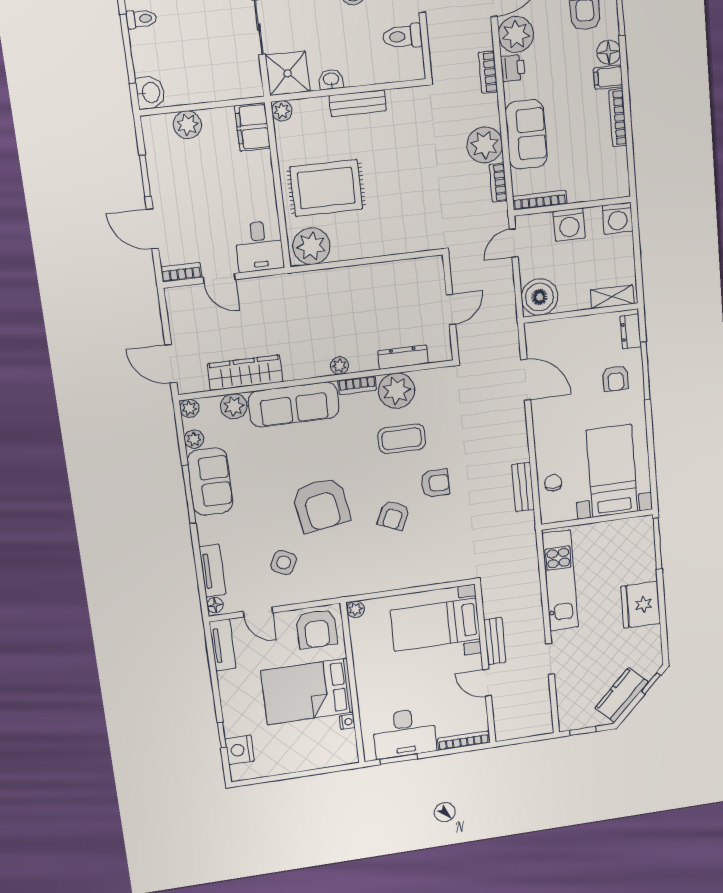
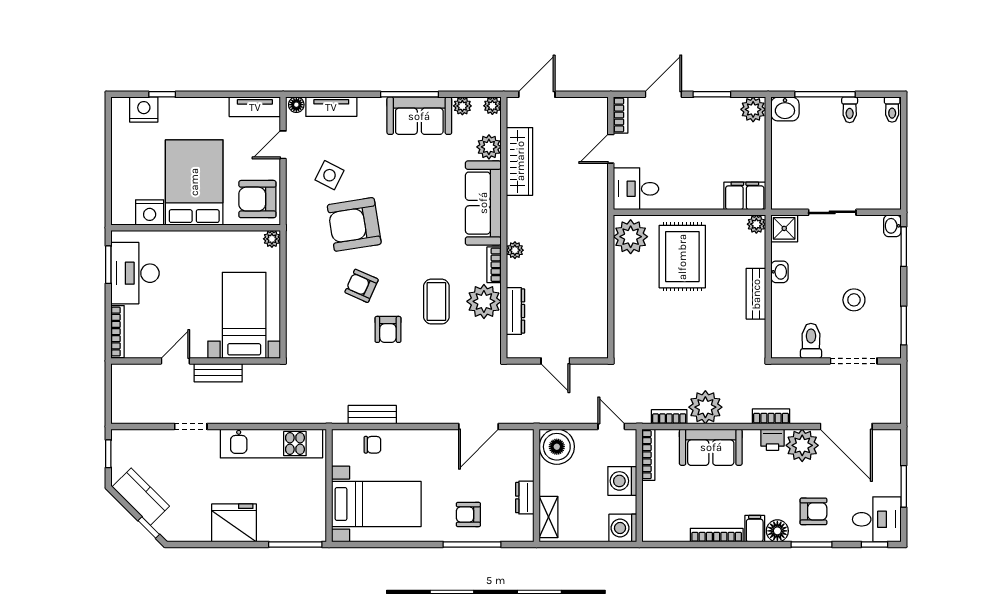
shower: (288, 73) -> (784, 228), width x0.73, depth x0.73
plant: (187, 125) -> (753, 109), moved
dresser: (631, 332) -> (525, 498), moved, turned -90
armchair: (321, 505) -> (354, 224), moved
nightstand: (347, 722) -> (150, 212), width x1.89, depth x1.79

